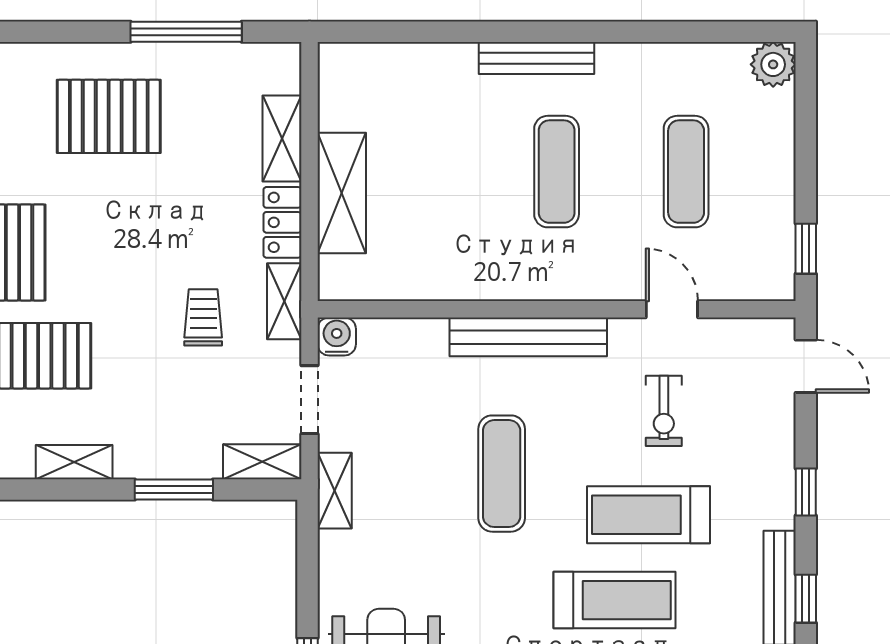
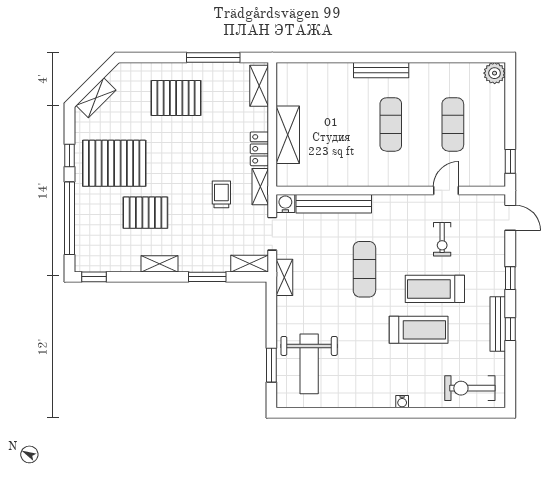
shelving: (282, 139) -> (259, 86), moved
door: (672, 309) -> (446, 190), hinge flipped
bench: (528, 337) -> (334, 204), moved

